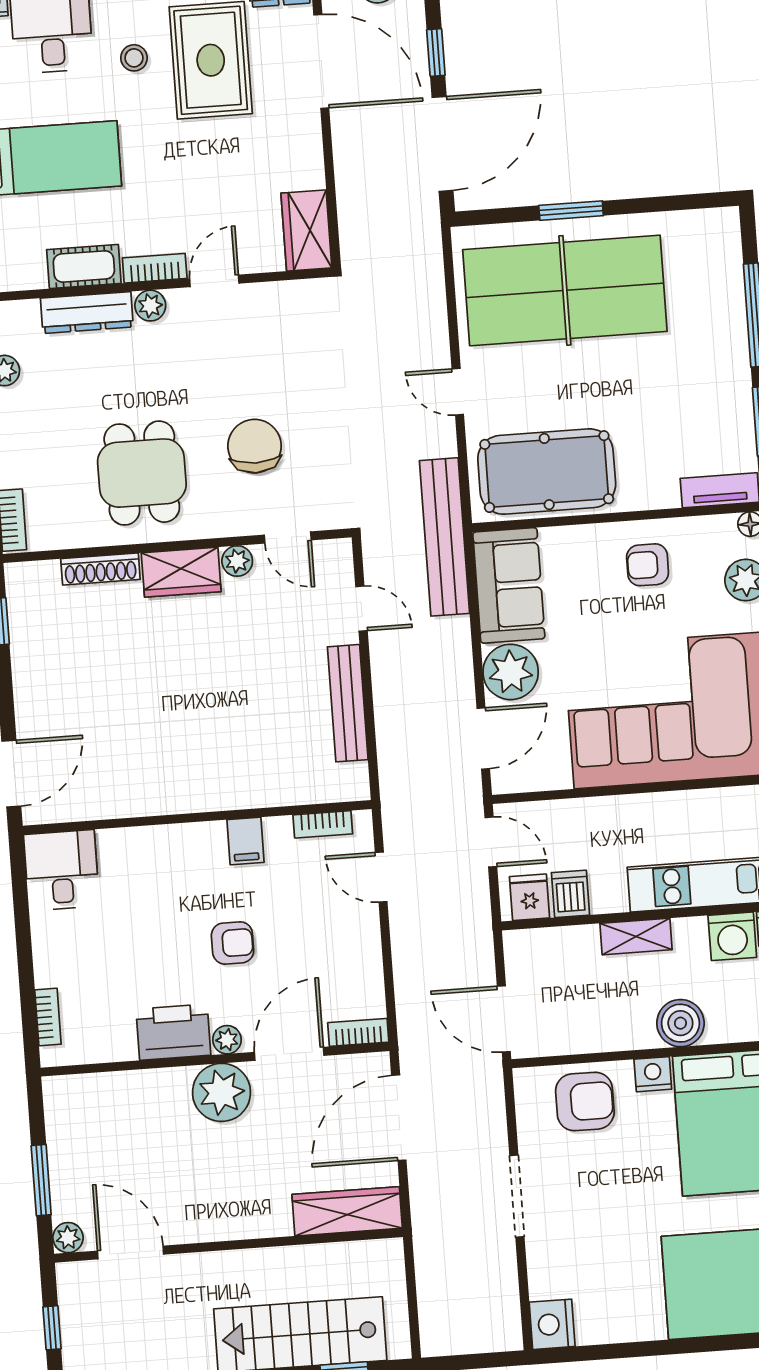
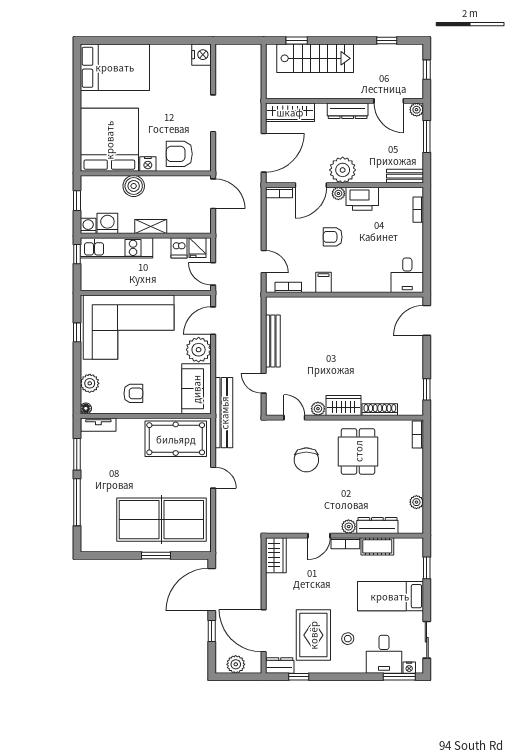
bench: (83, 1089) -> (405, 176), added
dresser: (220, 1224) -> (348, 111), added

